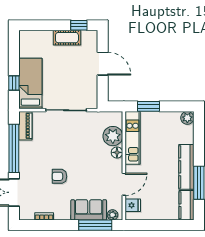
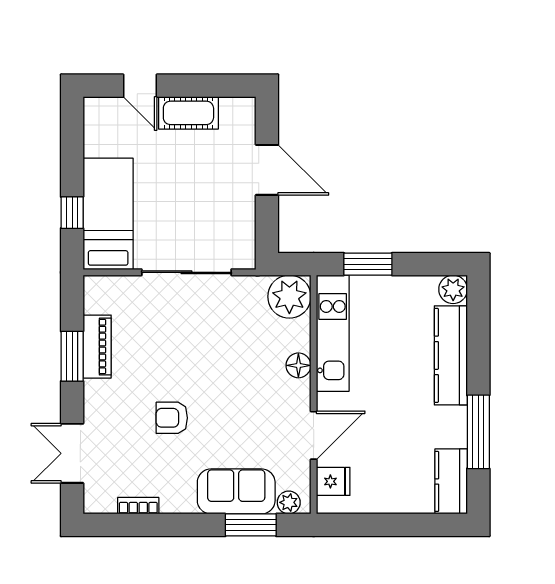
door: (45, 25) -> (140, 86), added
window: (79, 25) -> (215, 86), removed
piano: (25, 126) -> (97, 347), moved
plant: (113, 136) -> (289, 297), moved
window: (14, 148) -> (72, 356), width x0.47
kitchen counter: (186, 167) -> (451, 355), moved
window: (95, 225) -> (251, 525), width x0.69

